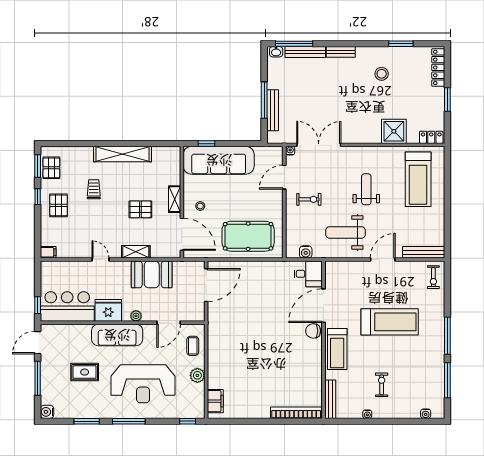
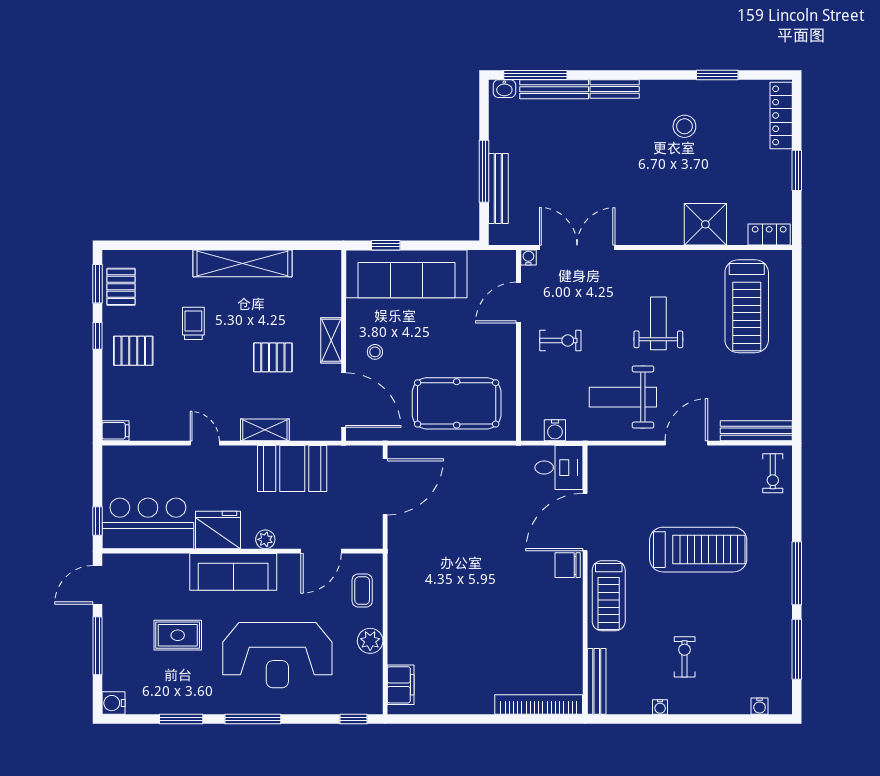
pallet: (59, 205) -> (133, 351), turned 90

